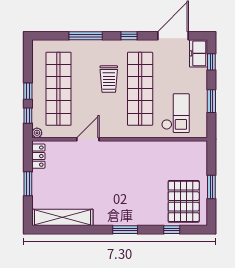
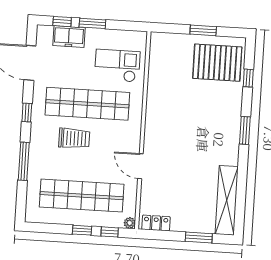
freezer: (199, 53) -> (69, 37), moved
window: (211, 101) -> (92, 23), moved
window: (28, 184) -> (199, 238), moved

